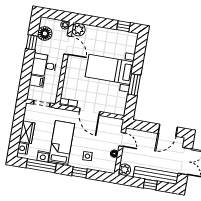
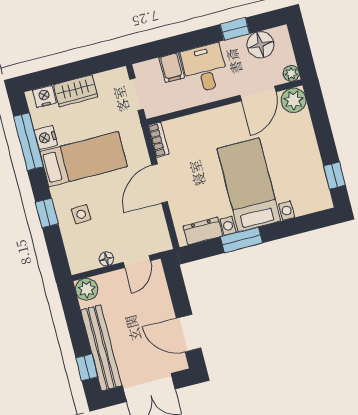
dresser: (122, 101) -> (203, 231), added
window: (150, 184) -> (87, 367), moved

